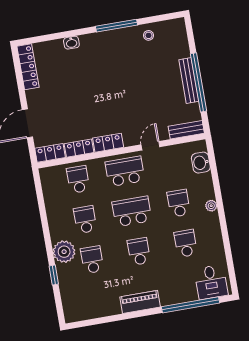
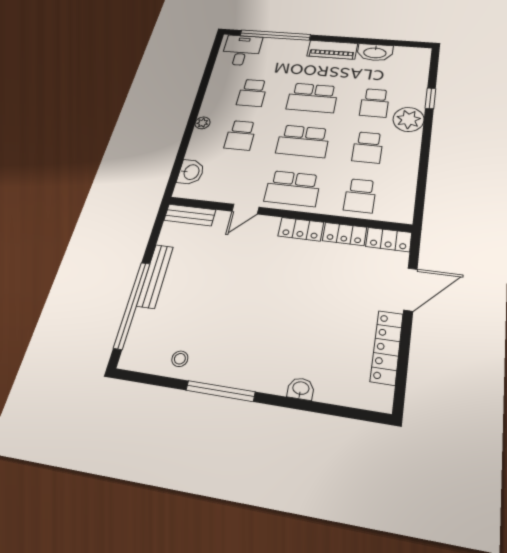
locker: (28, 67) -> (387, 347), moved
window: (199, 82) -> (132, 305), moved
school desk: (139, 251) -> (312, 98), width x1.85
washbasin: (107, 308) -> (375, 52), added

